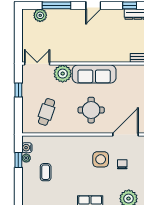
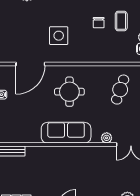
plant: (63, 74) -> (107, 138), width x0.53, depth x0.53
chair: (122, 164) -> (99, 23), moved

